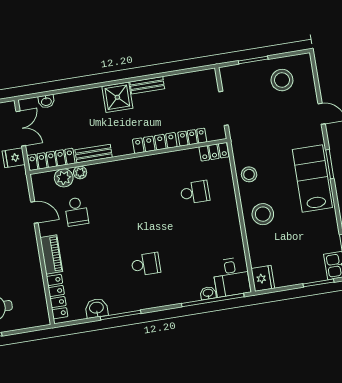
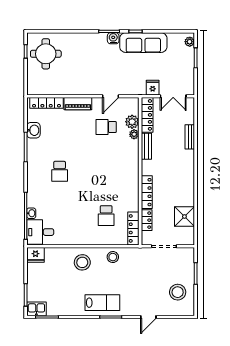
bench: (147, 85) -> (190, 137), moved
shower: (117, 97) -> (184, 217), moved
washbasin: (46, 101) -> (190, 118), removed
locker: (214, 152) -> (133, 228), width x1.53
lab bench: (312, 179) -> (102, 303), width x0.73, depth x0.72

